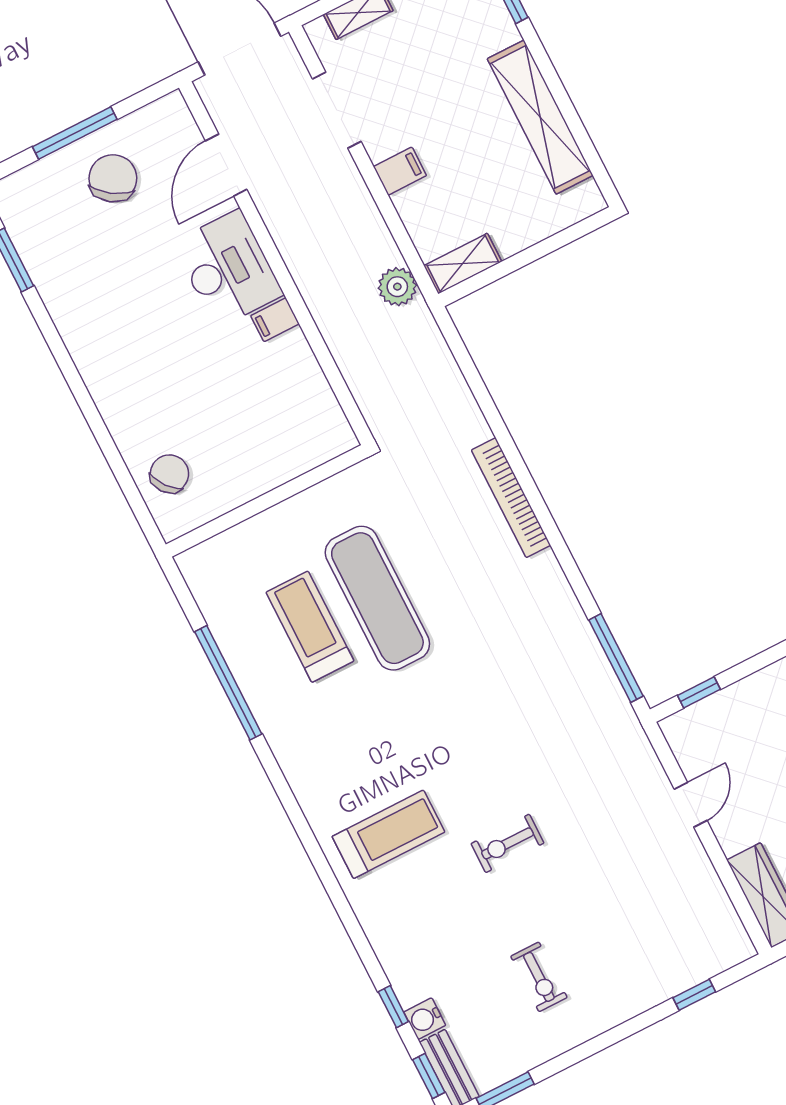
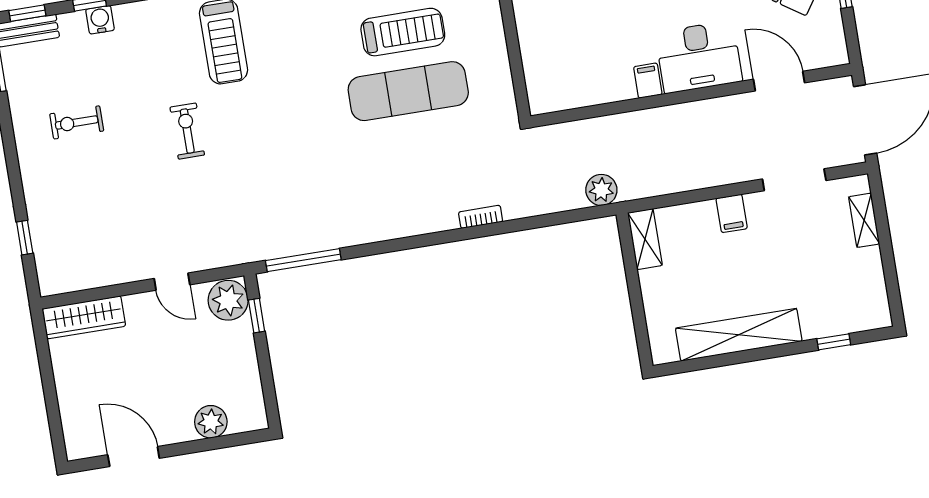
plant: (397, 287) -> (601, 190), moved
bookcase: (511, 498) -> (481, 217), width x0.43, depth x0.76
plant: (691, 732) -> (228, 300), added
water cooler: (425, 1019) -> (100, 20), moved

